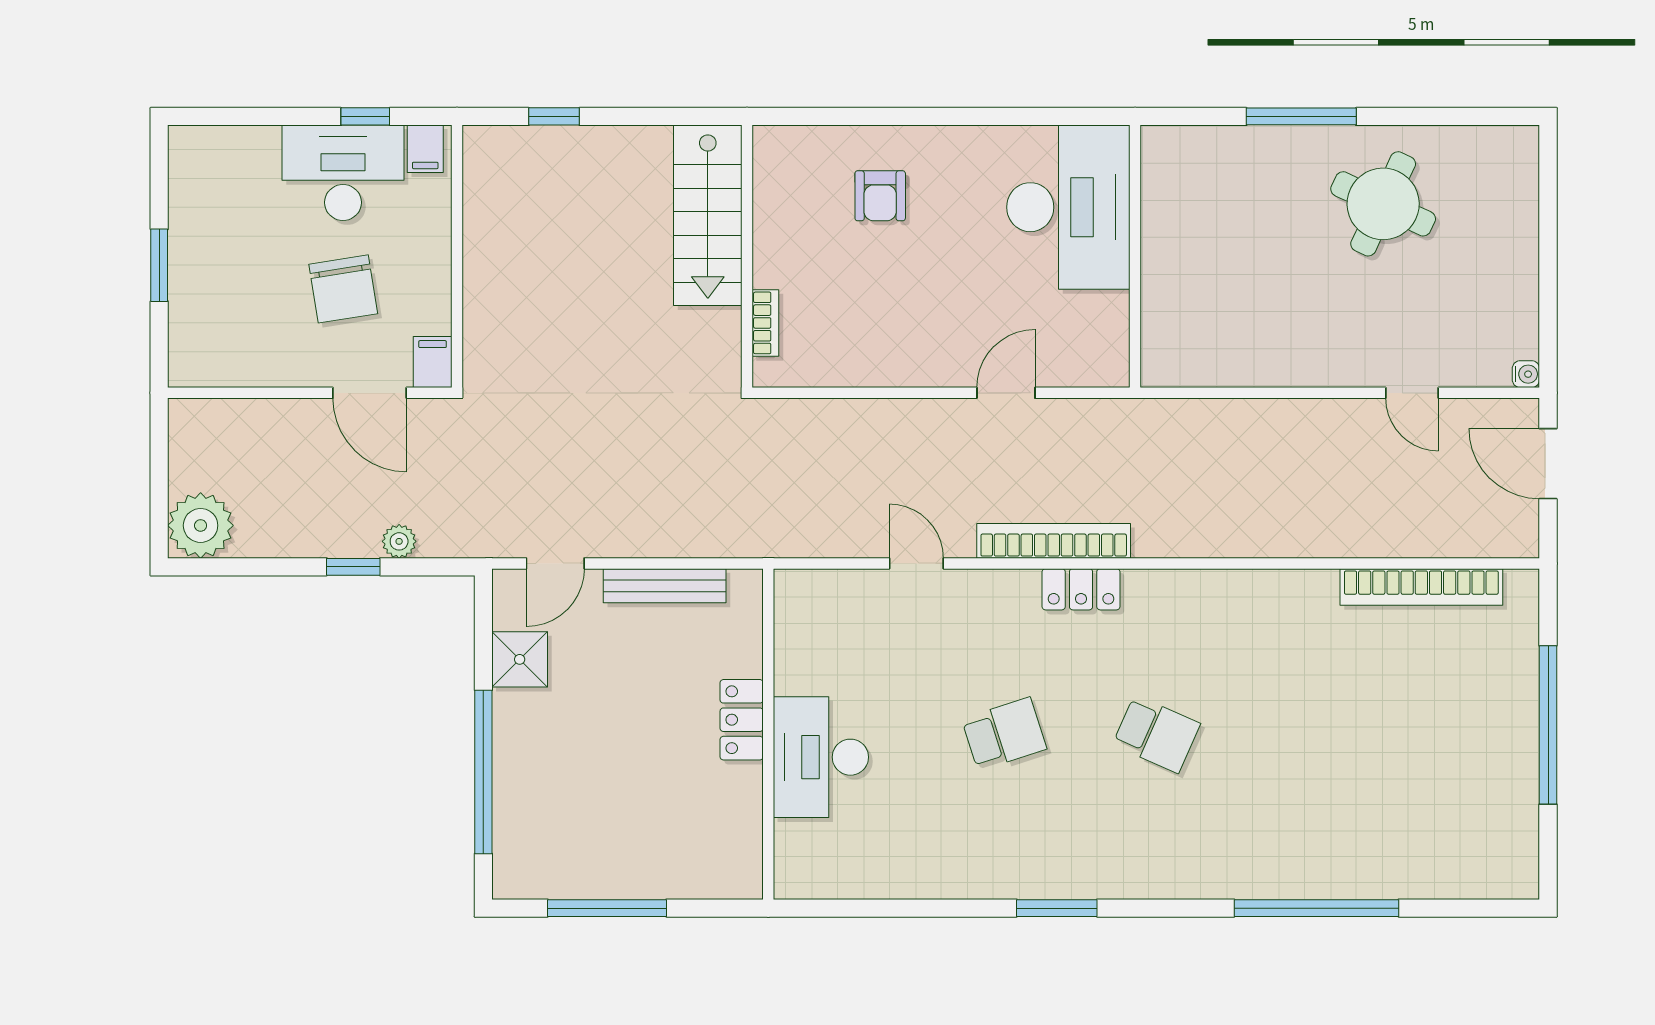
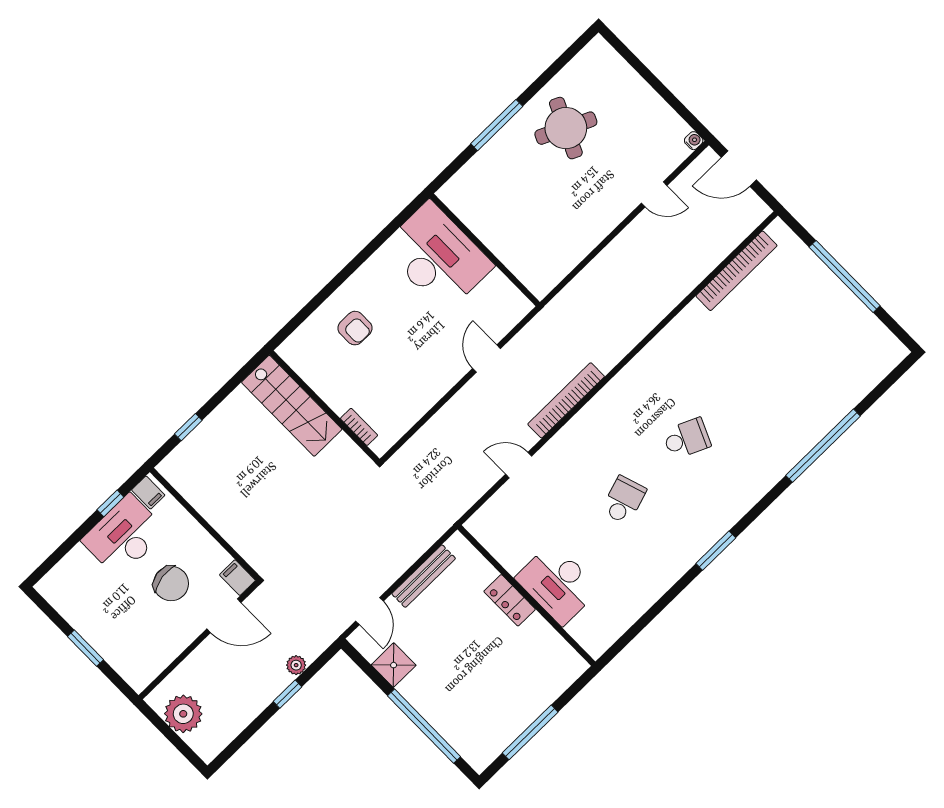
plant: (201, 525) -> (183, 714), moved
locker: (1081, 589) -> (597, 409), removed

